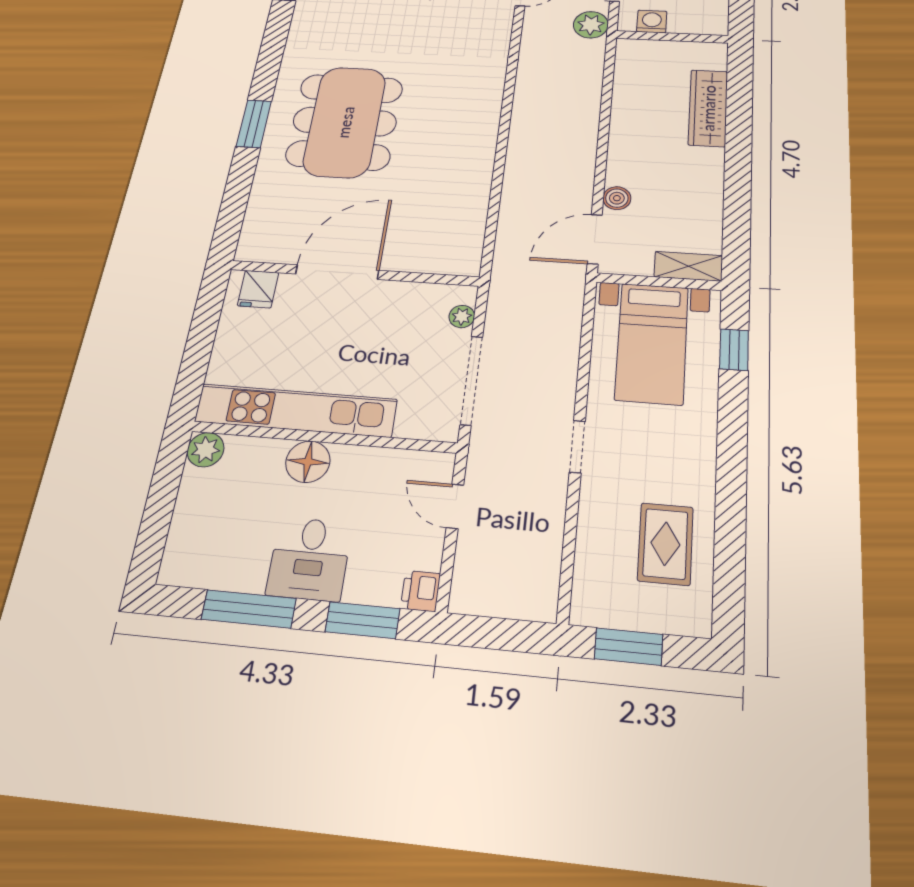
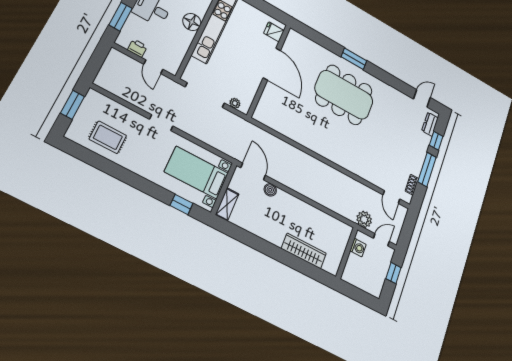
door: (455, 506) -> (153, 67), swing flipped
printer: (421, 591) -> (137, 48), moved

